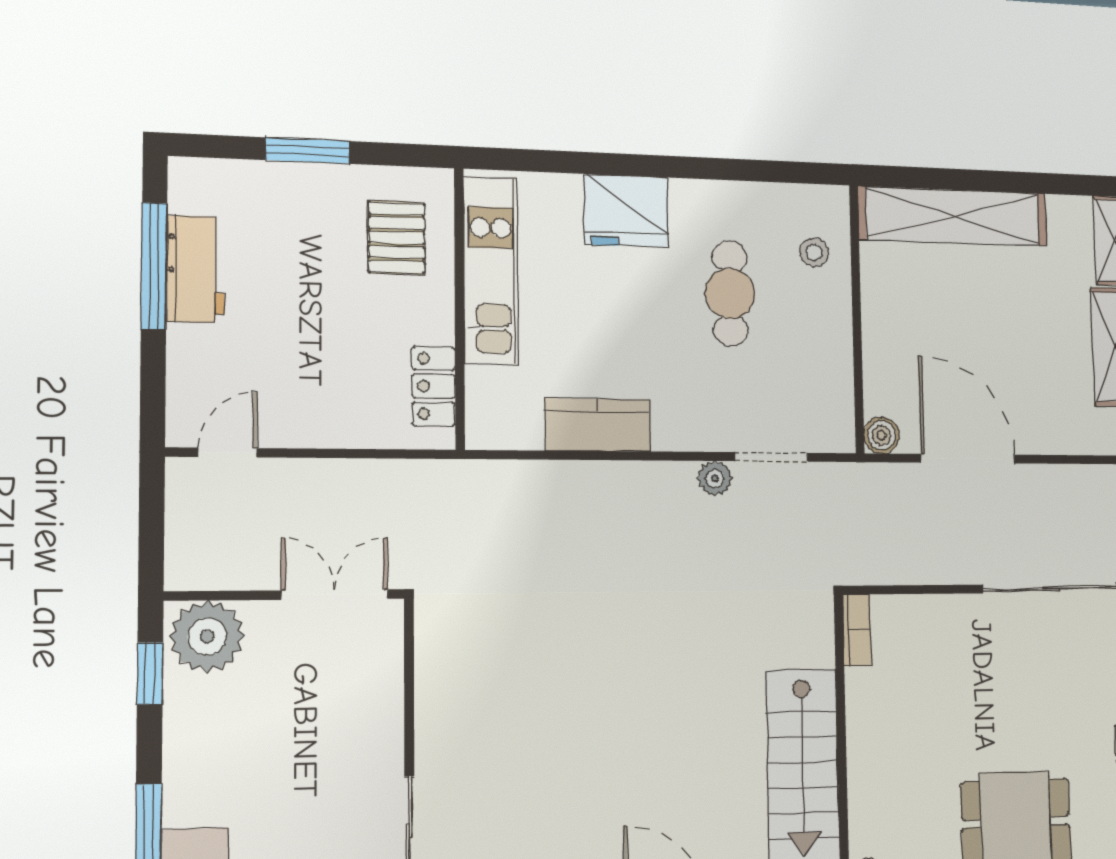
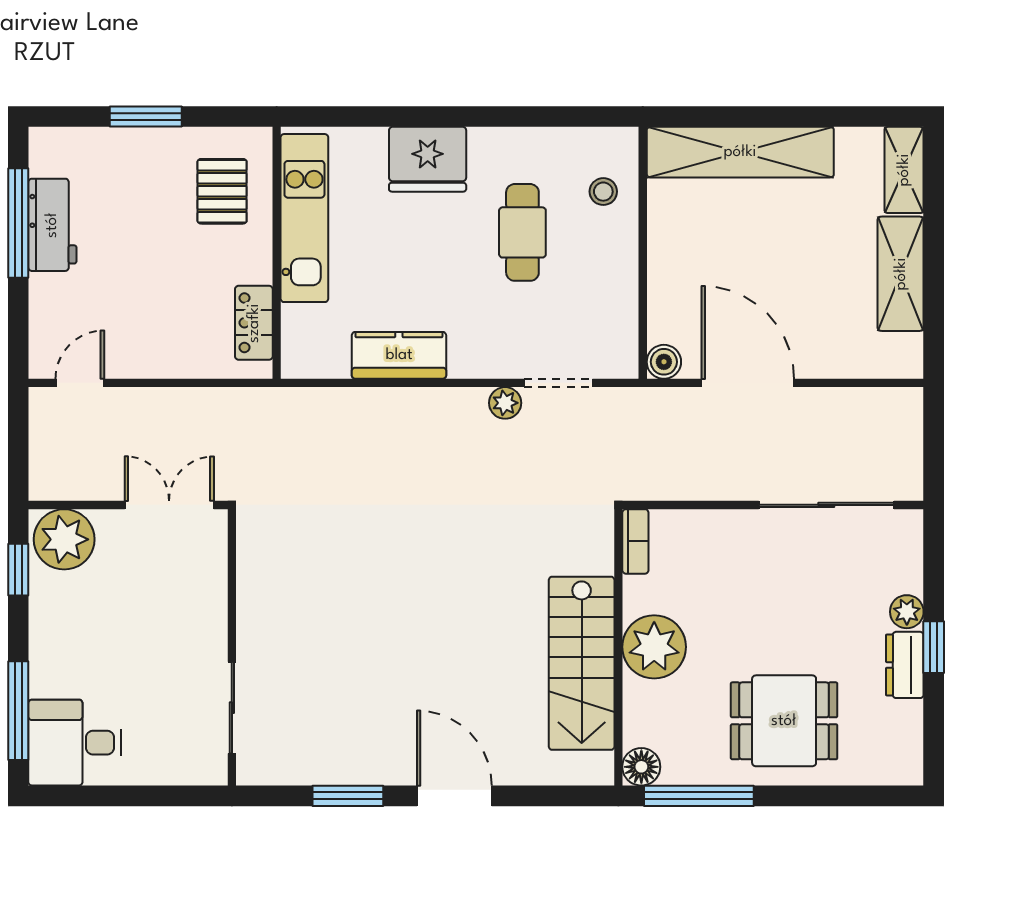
plant: (879, 746) -> (654, 647), added

